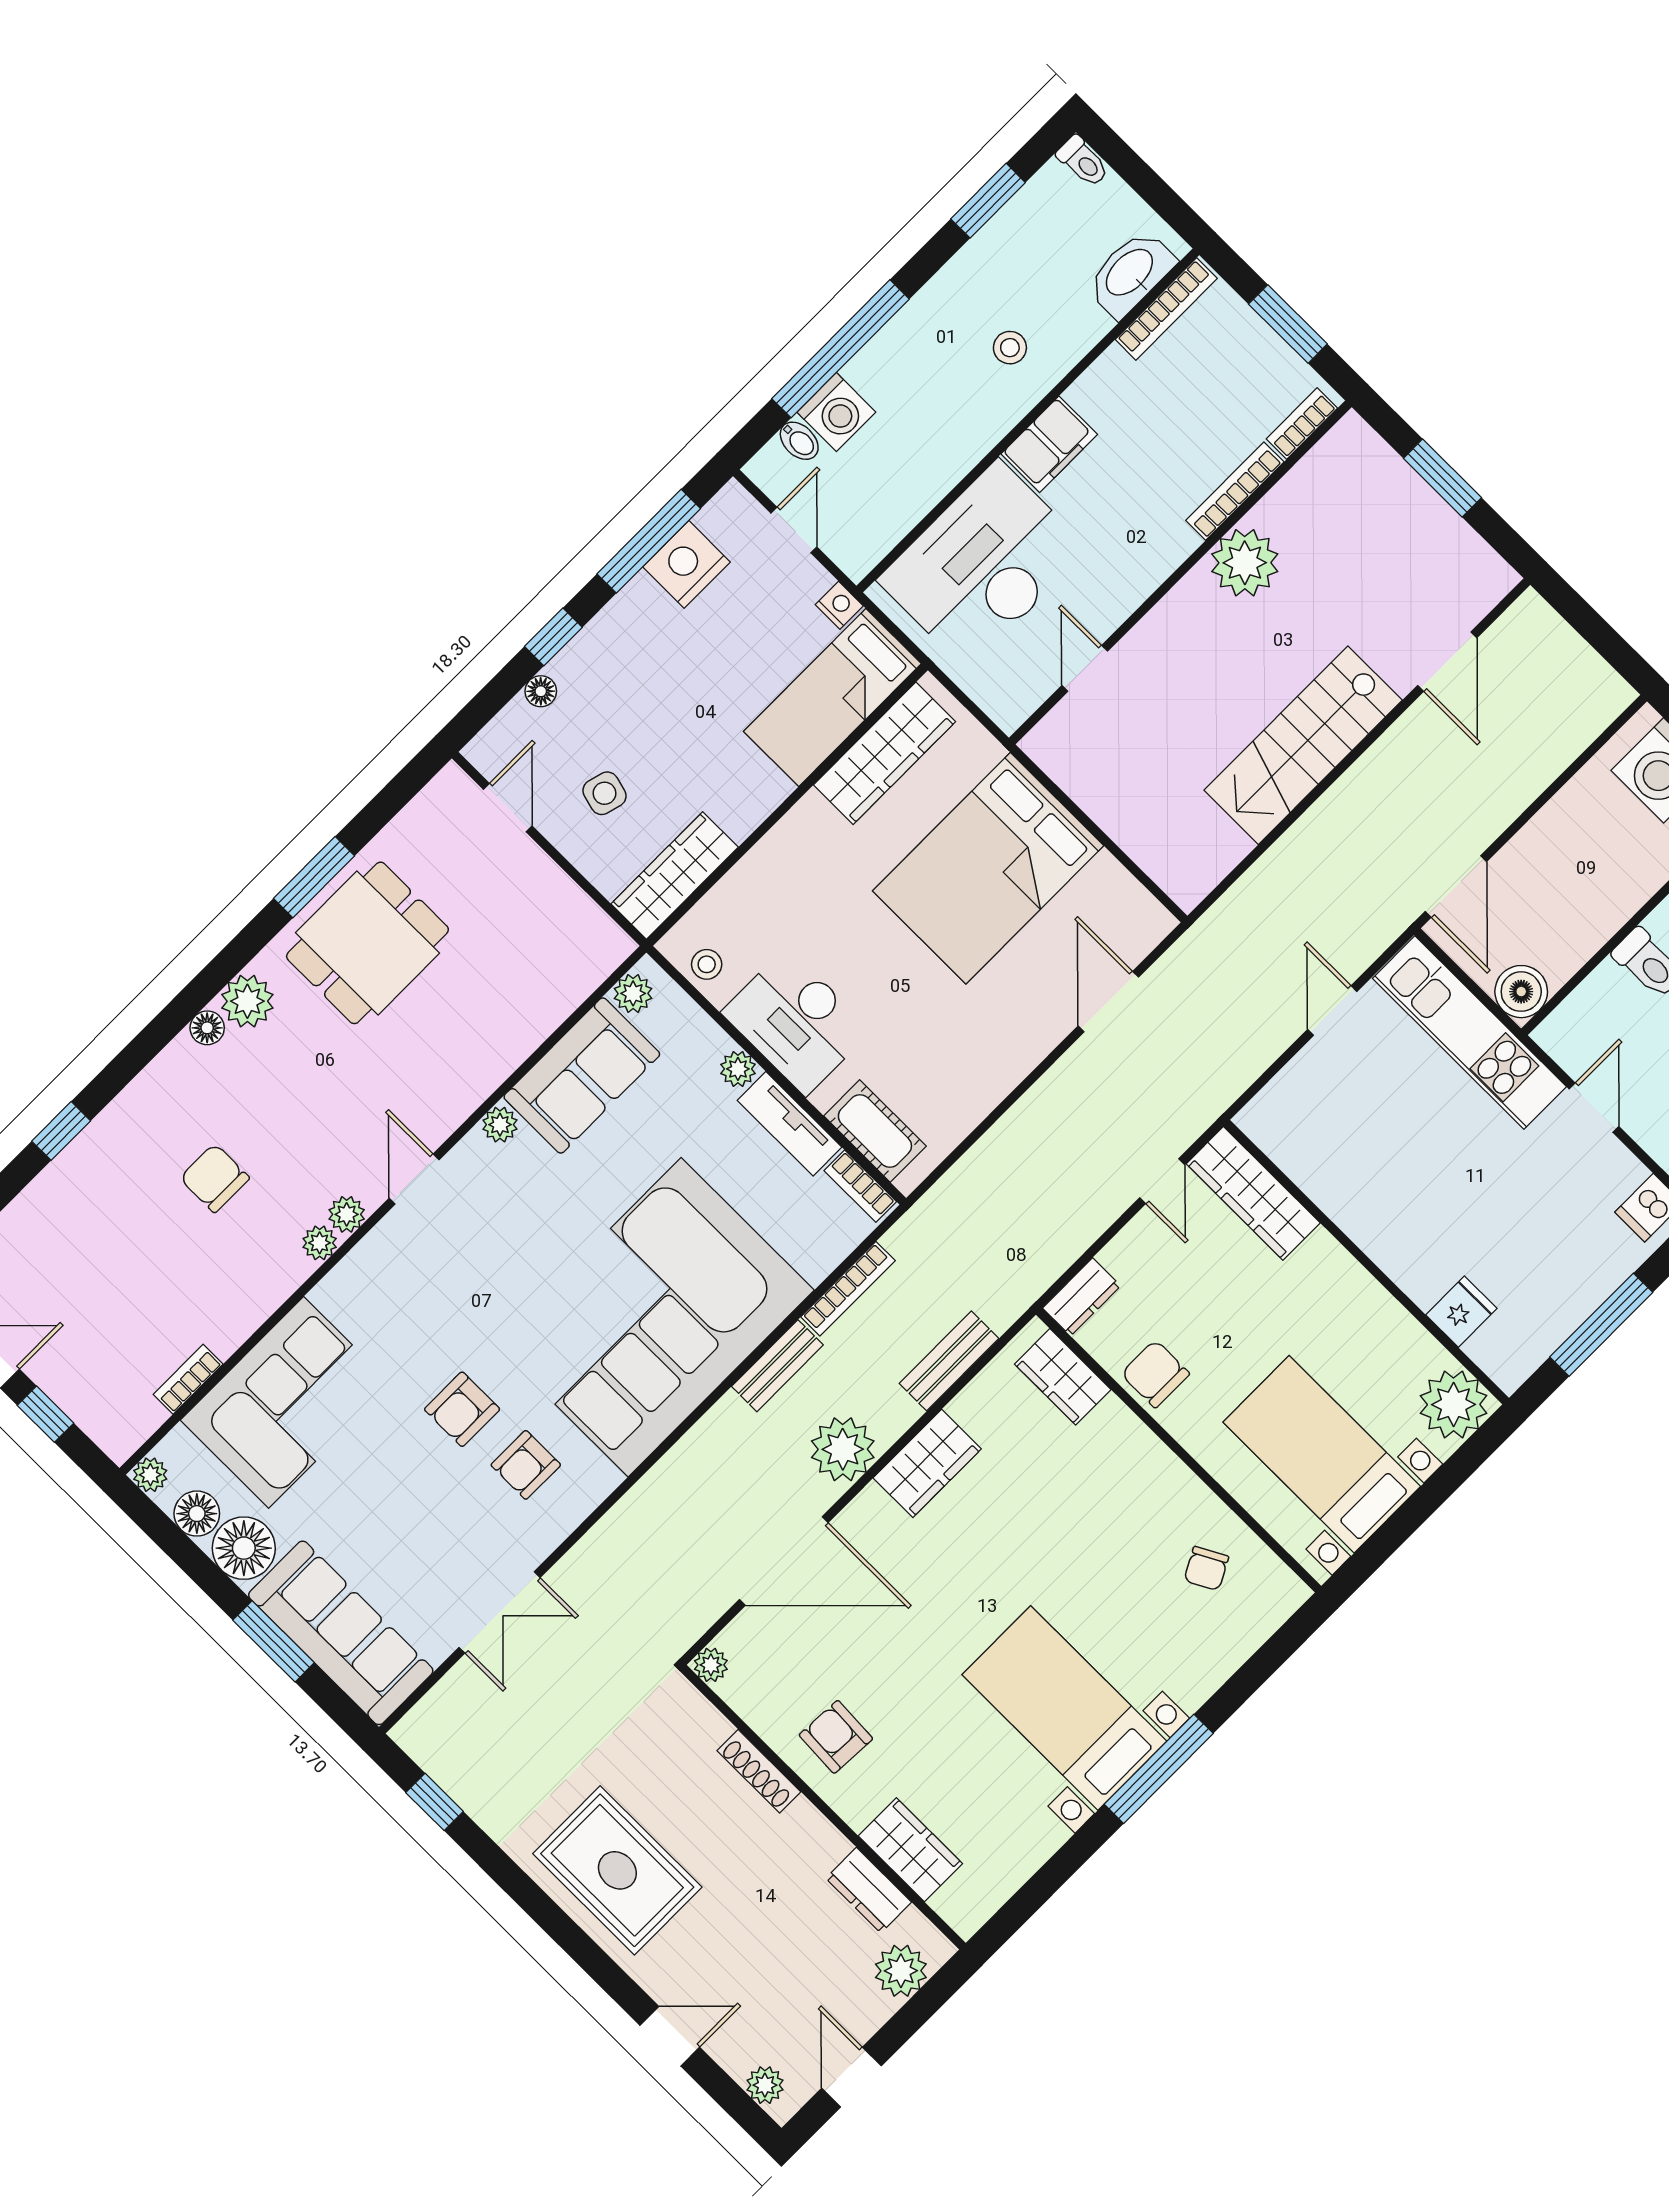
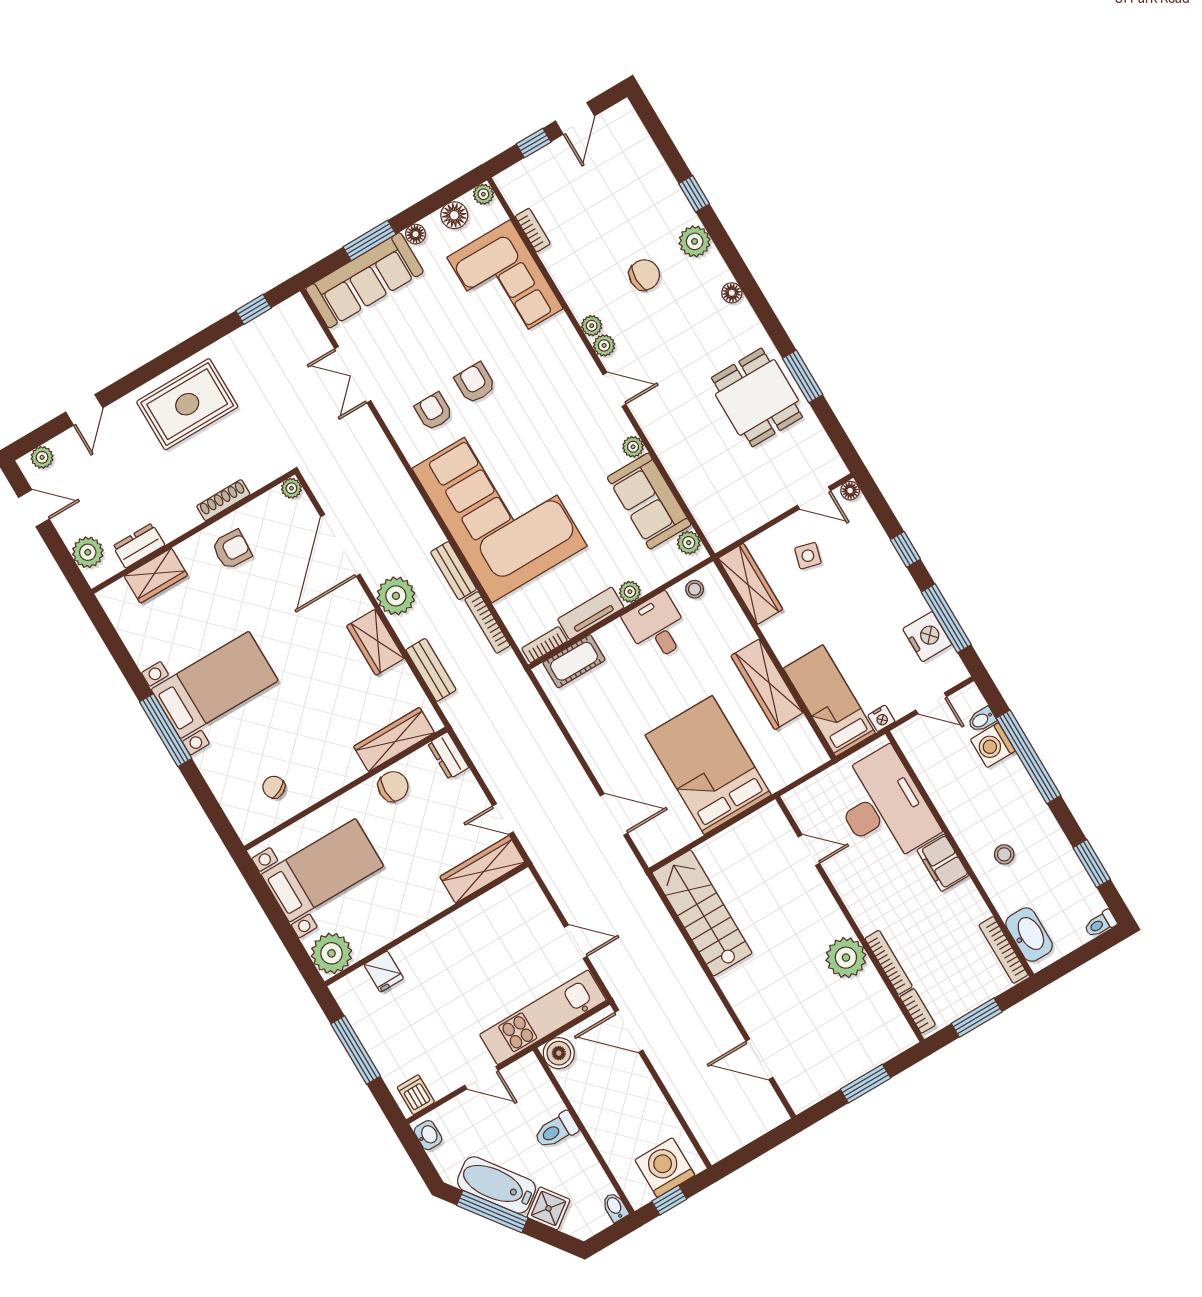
floor lamp: (541, 691) -> (850, 491), moved
stairs: (1303, 745) -> (702, 913), moved
wardrobe: (885, 753) -> (767, 684), moved
plant: (247, 1001) -> (695, 241), moved
desk: (796, 1021) -> (657, 627), width x0.73
wardrobe: (1063, 1377) -> (394, 739), width x1.50
floor lamp: (244, 1548) -> (416, 234), width x0.53, depth x0.53

